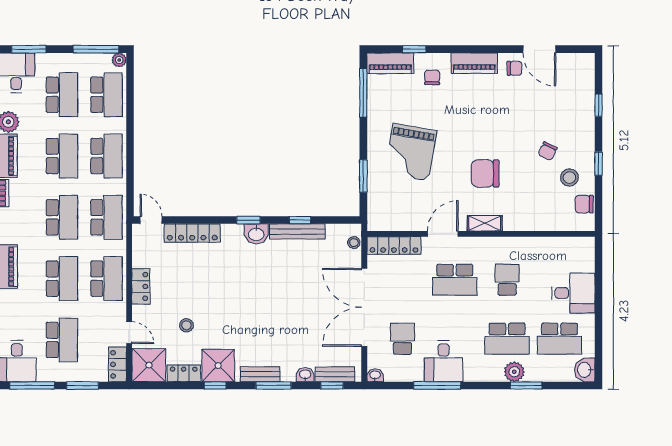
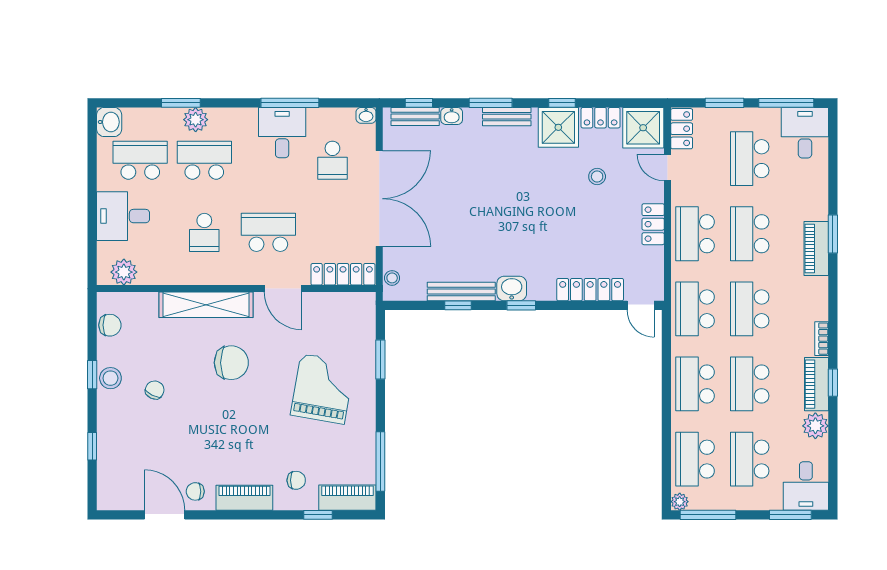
chair: (432, 77) -> (296, 480), turned -90
stool: (569, 178) -> (110, 378), moved
shelving: (485, 223) -> (206, 305), width x2.20, depth x1.33
door: (443, 234) -> (283, 289), hinge flipped
plant: (573, 247) -> (124, 272), added

